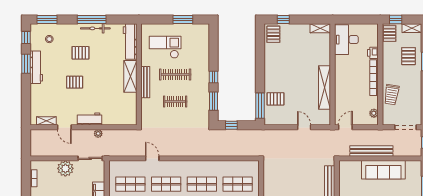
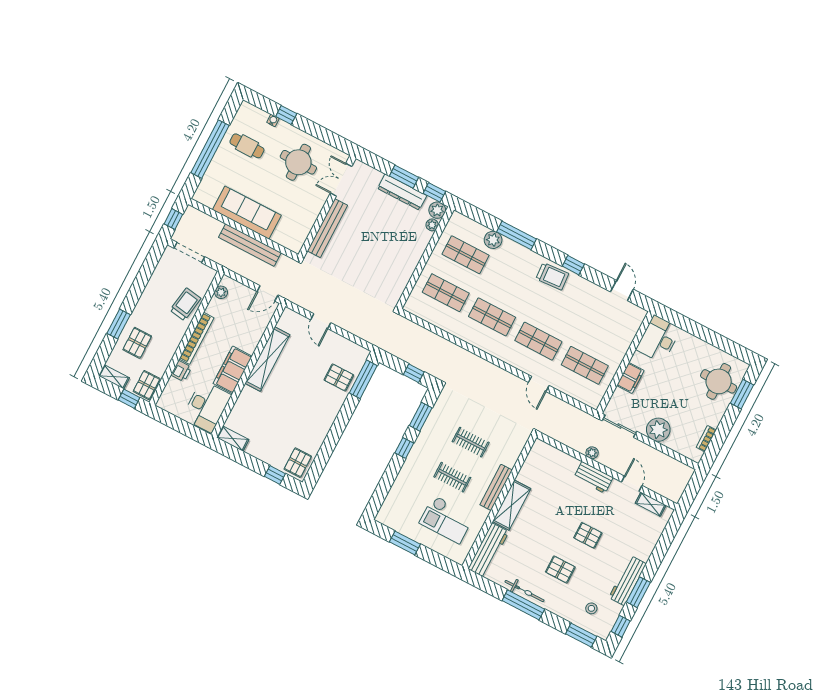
filing cabinet: (342, 70) -> (233, 370), added
clothes rail: (175, 74) -> (452, 477), width x0.73

